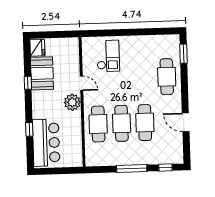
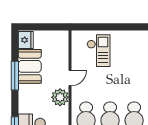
window: (28, 83) -> (15, 76), width x2.17
door: (81, 83) -> (70, 78), hinge flipped

